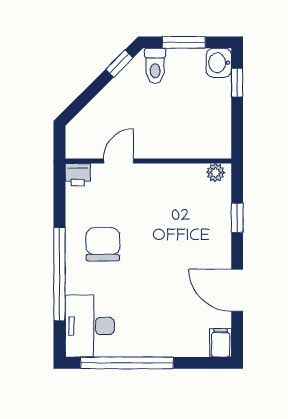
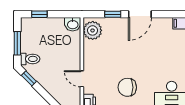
washbasin: (219, 63) -> (73, 24), moved
plant: (215, 172) -> (93, 30), width x1.88, depth x1.88
door: (237, 290) -> (140, 14), moved

